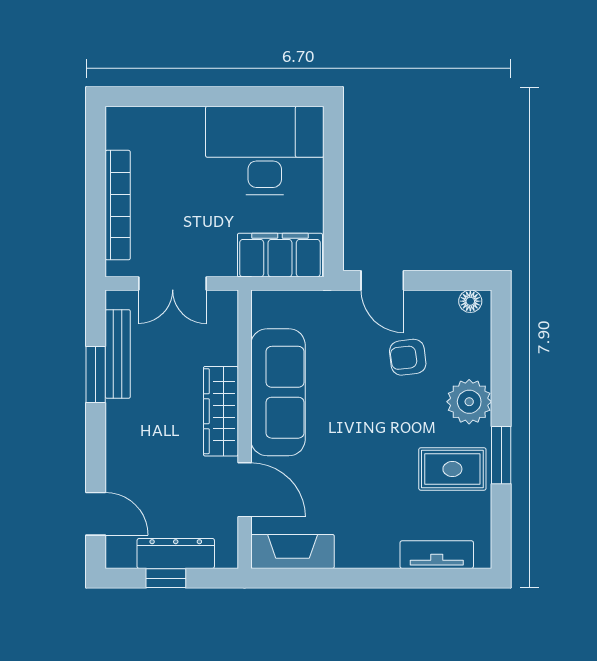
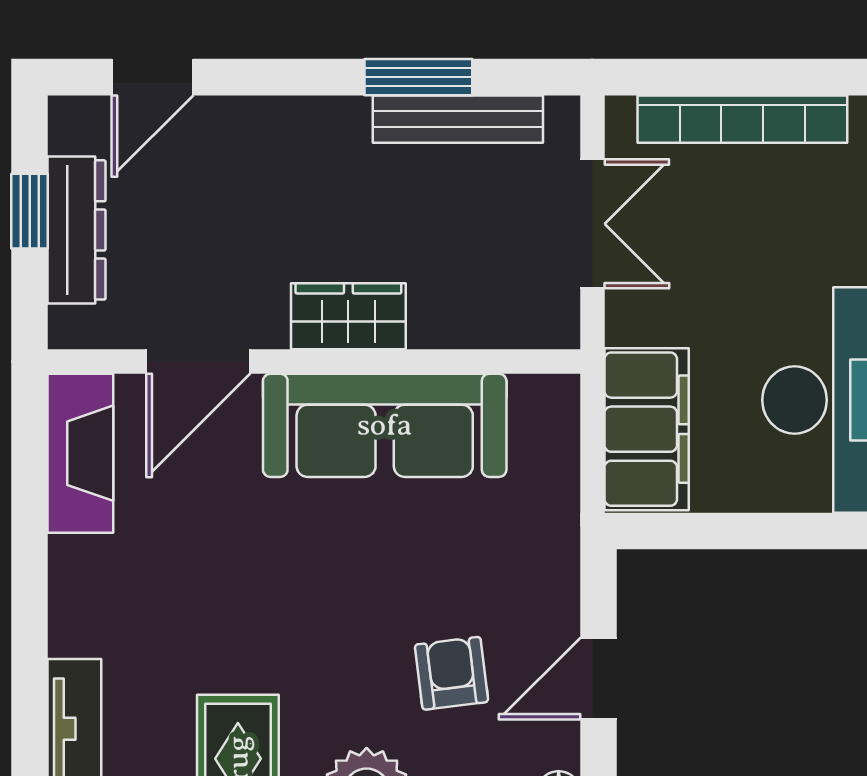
door: (382, 280) -> (599, 679), moved
double door: (173, 284) -> (592, 224), swing flipped
wardrobe: (221, 411) -> (348, 316), width x0.67

